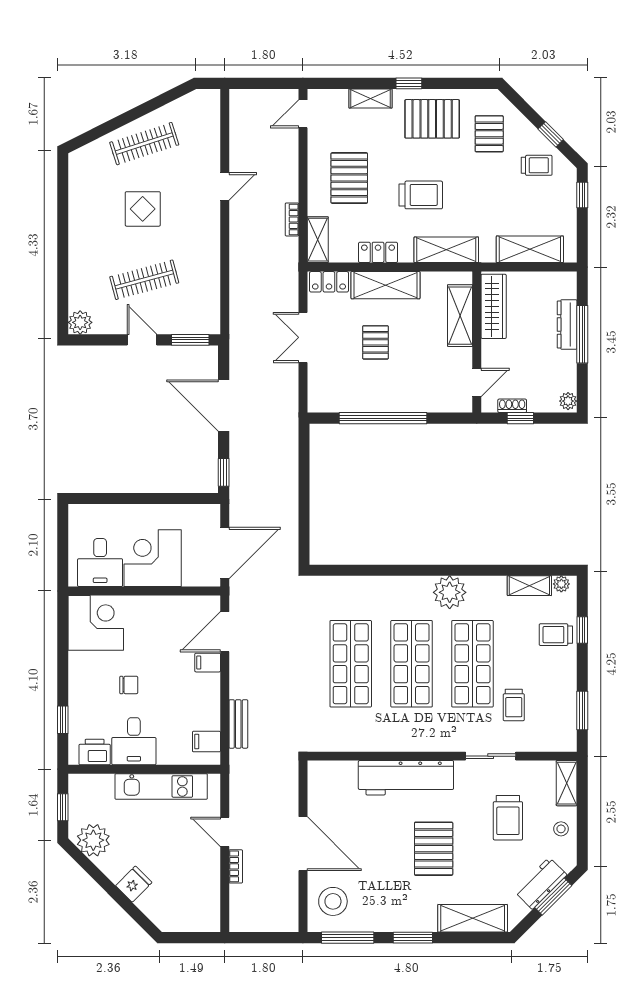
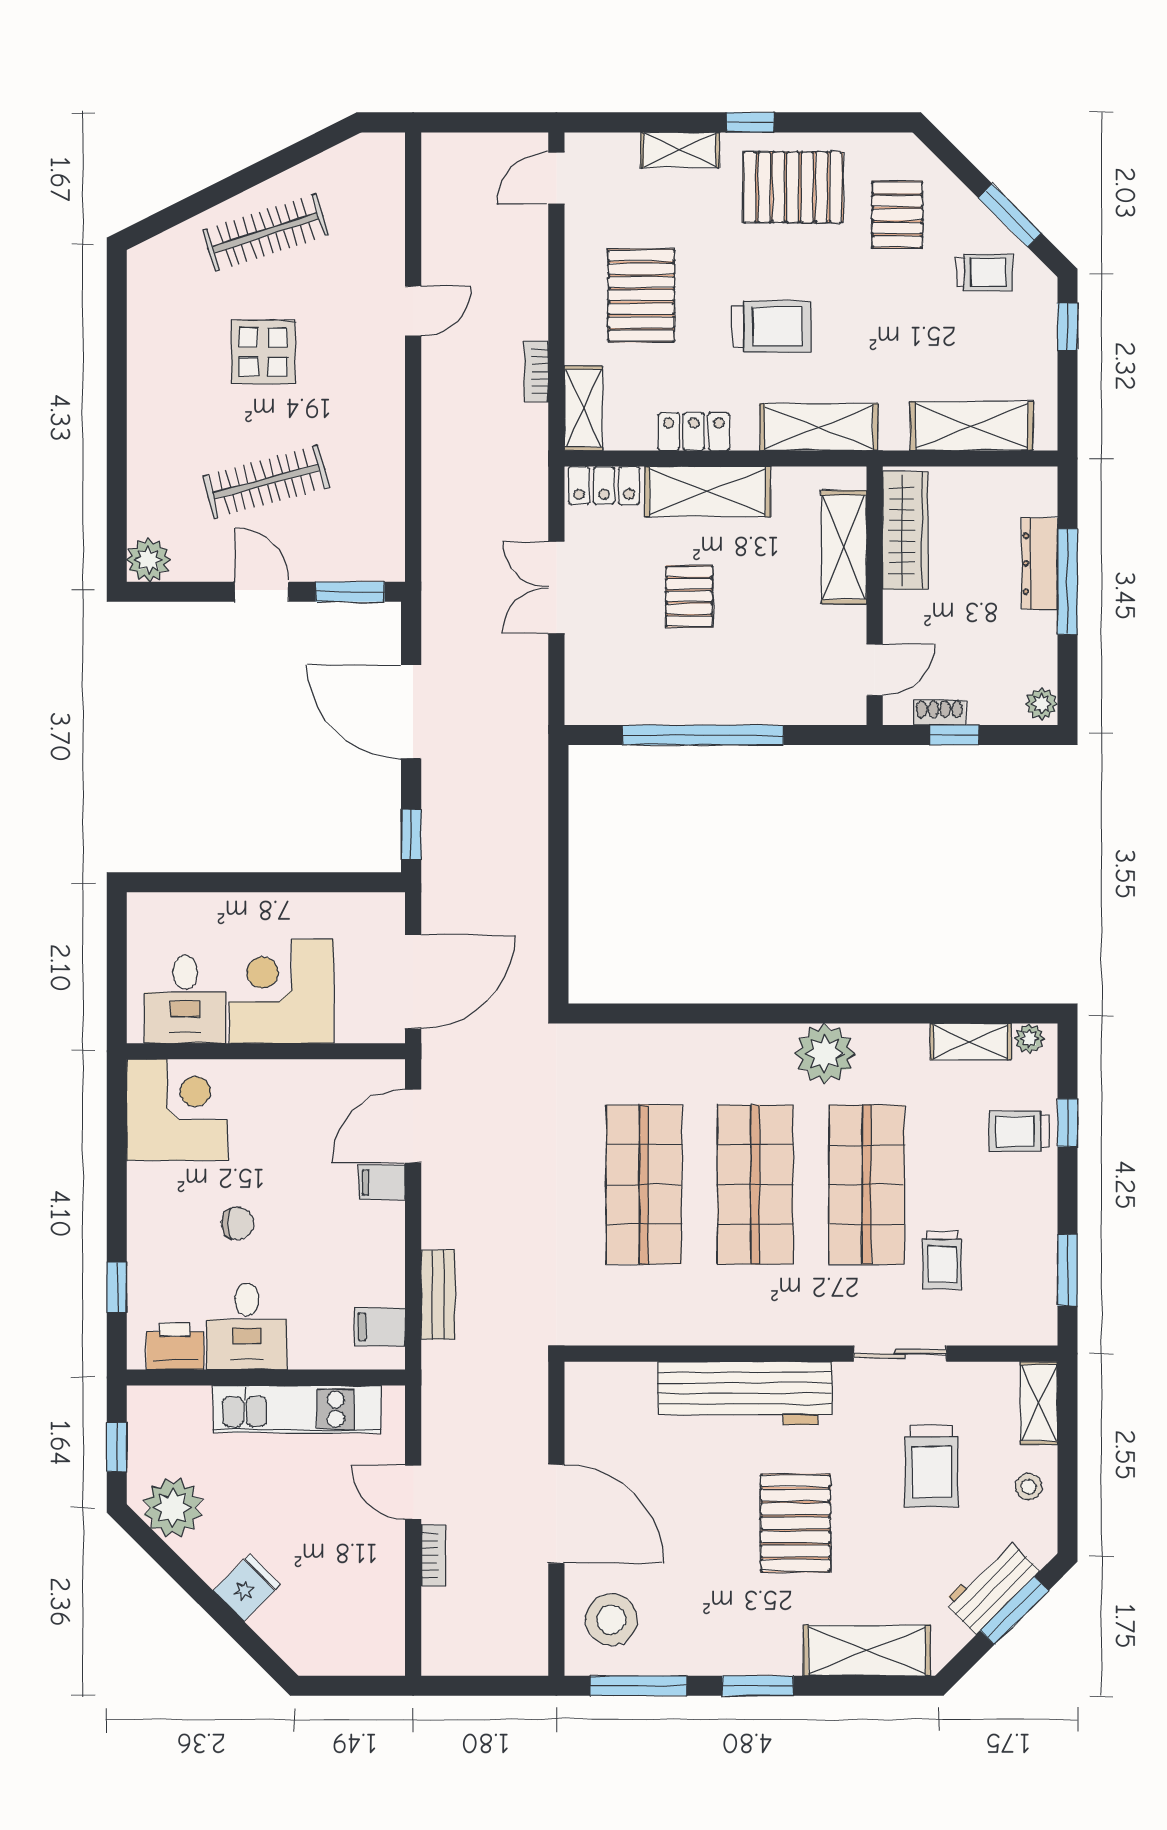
window: (551, 134) -> (1010, 215), width x1.50

